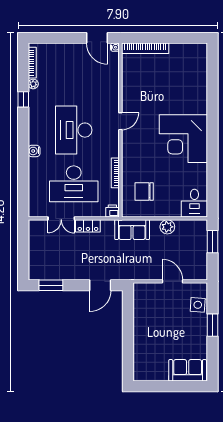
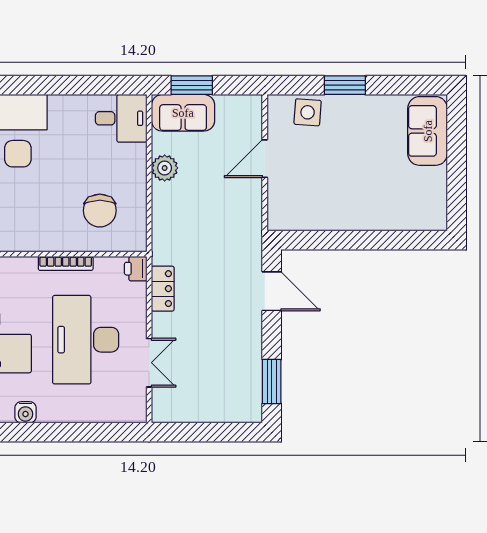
desk: (74, 184) -> (86, 340), turned 180
locker: (88, 226) -> (163, 289), moved
sofa: (132, 230) -> (183, 113), moved, turned 90

